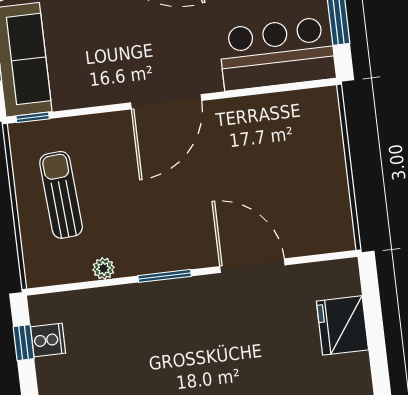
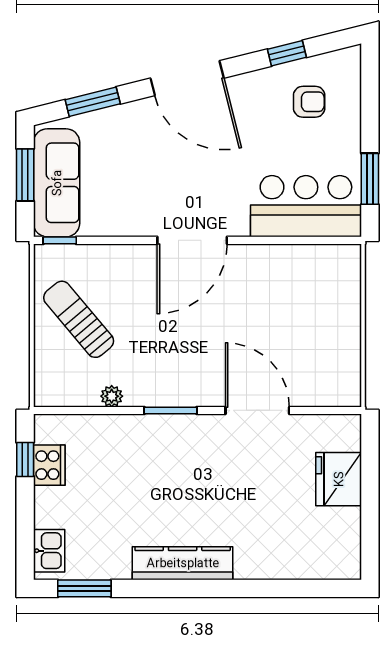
sun lounger: (61, 195) -> (79, 319), turned -36
cooker: (48, 340) -> (49, 465), width x1.36

